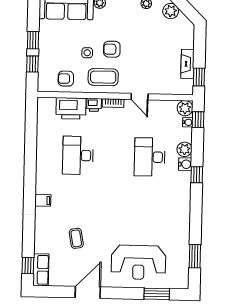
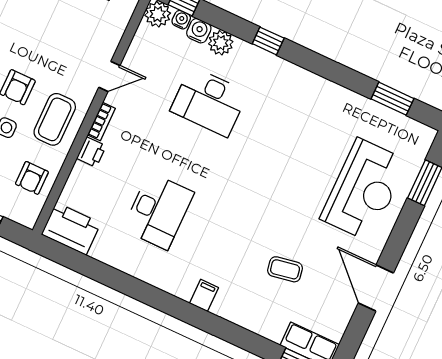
printer: (71, 108) -> (71, 229), moved, turned -90
desk: (78, 155) -> (158, 211), turned -90
water cooler: (185, 164) -> (199, 31), moved

